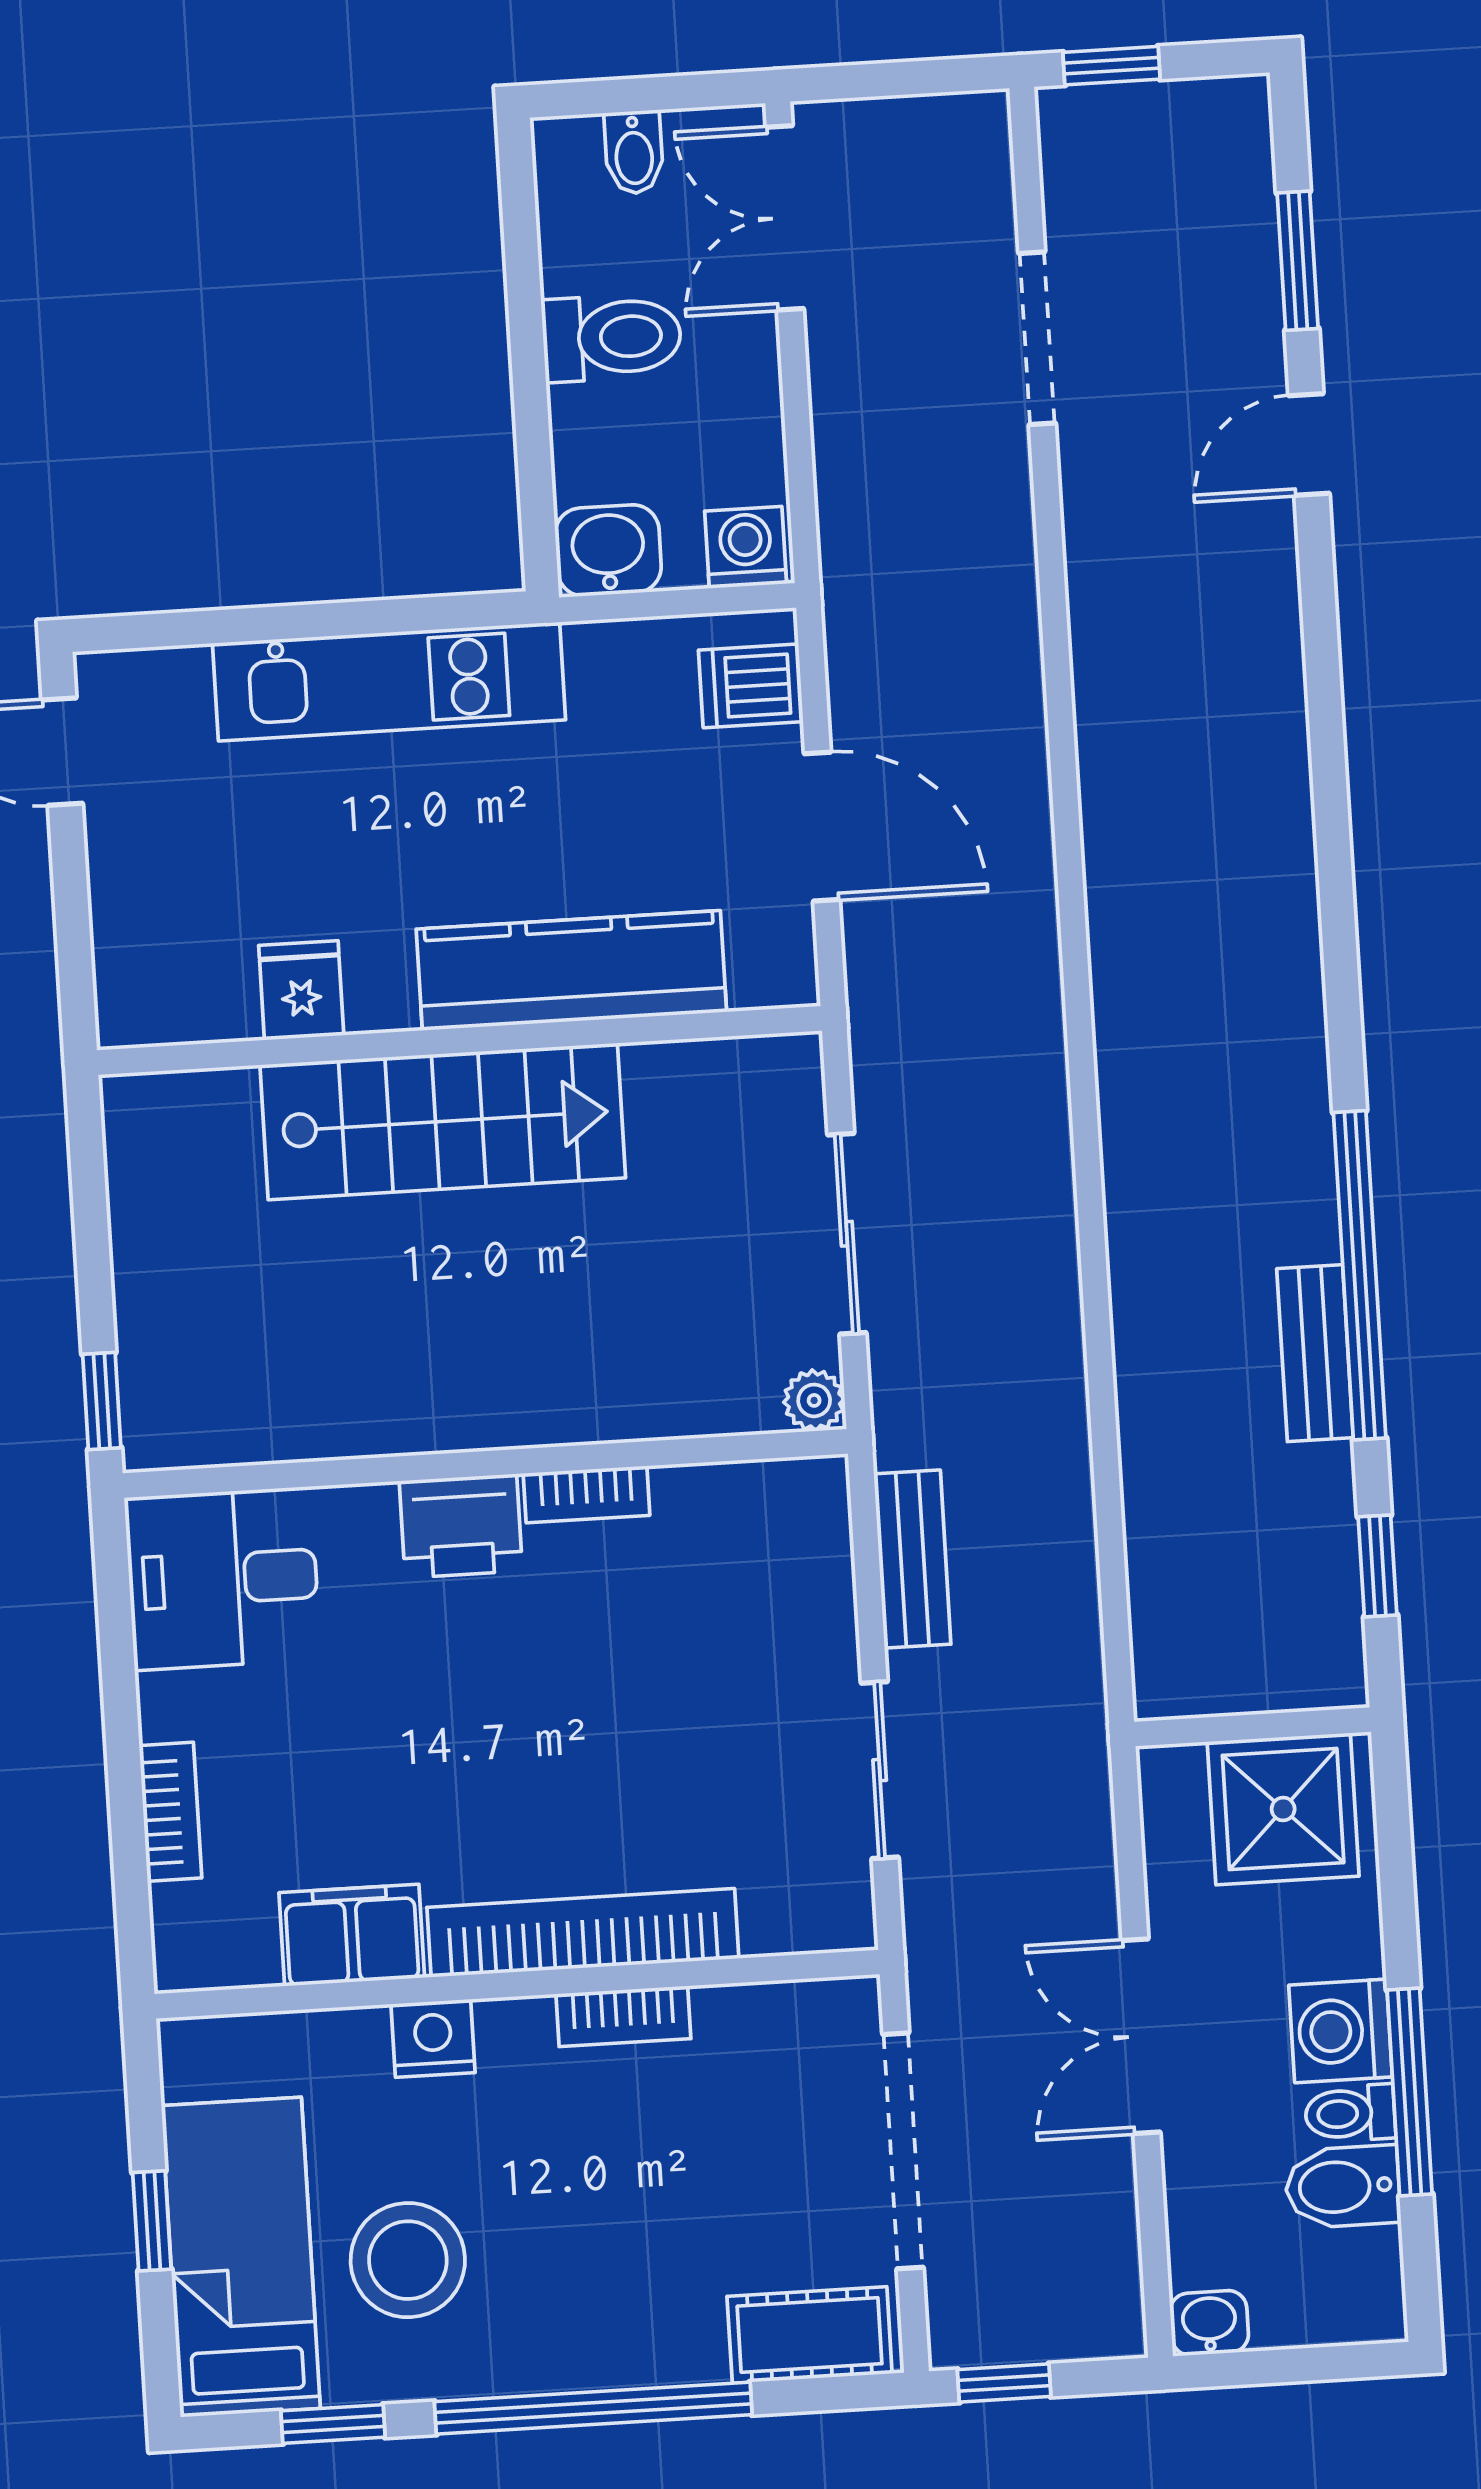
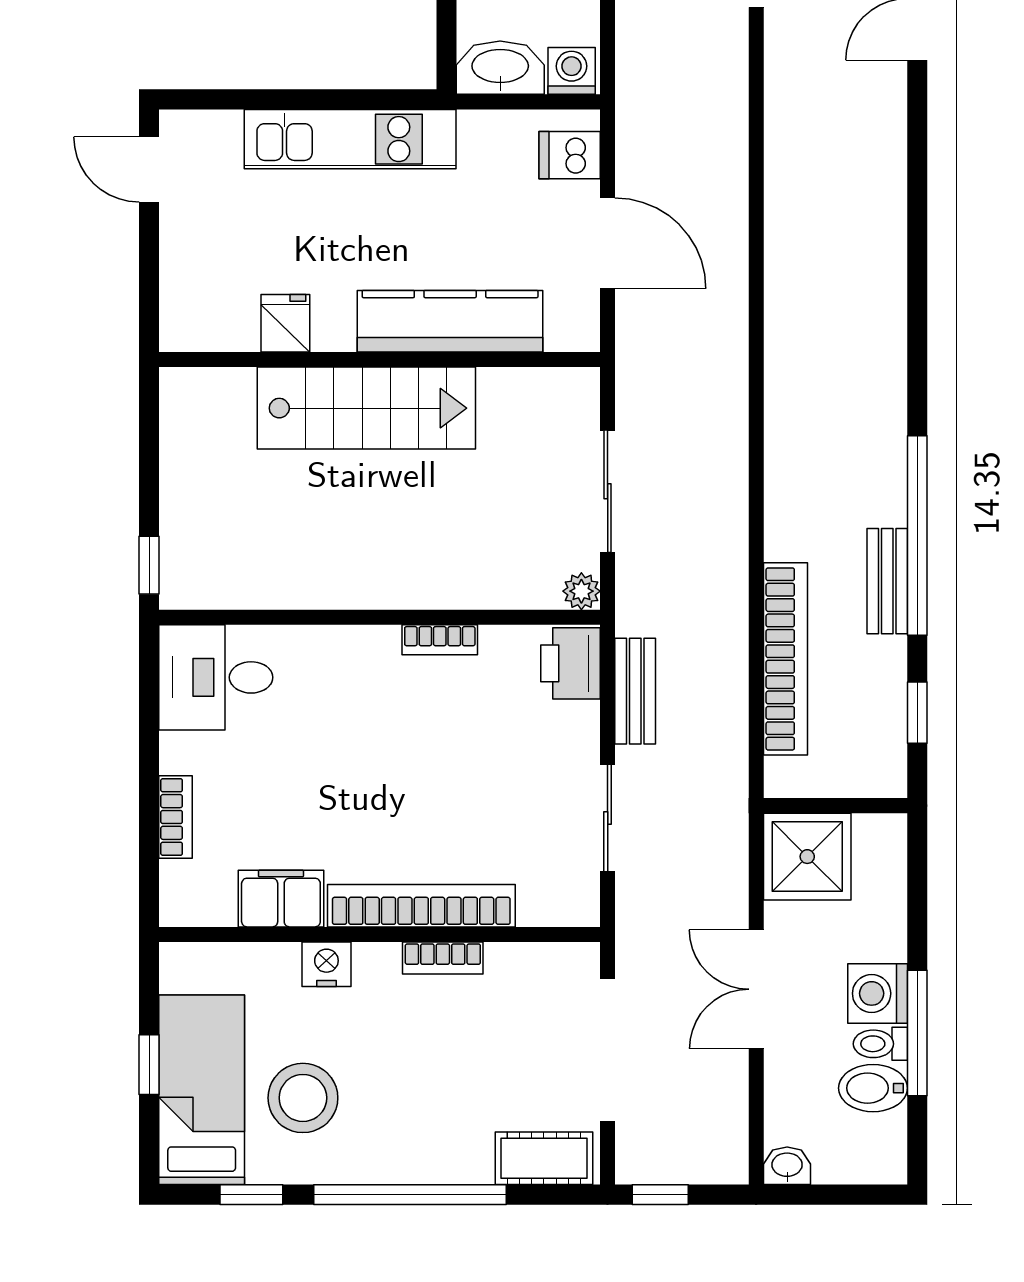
washbasin: (608, 550) -> (500, 68), width x1.38
bookcase: (1156, 1491) -> (785, 659), added
printer: (461, 1526) -> (571, 663), moved, turned 90
shower: (1283, 1809) -> (807, 857), moved

